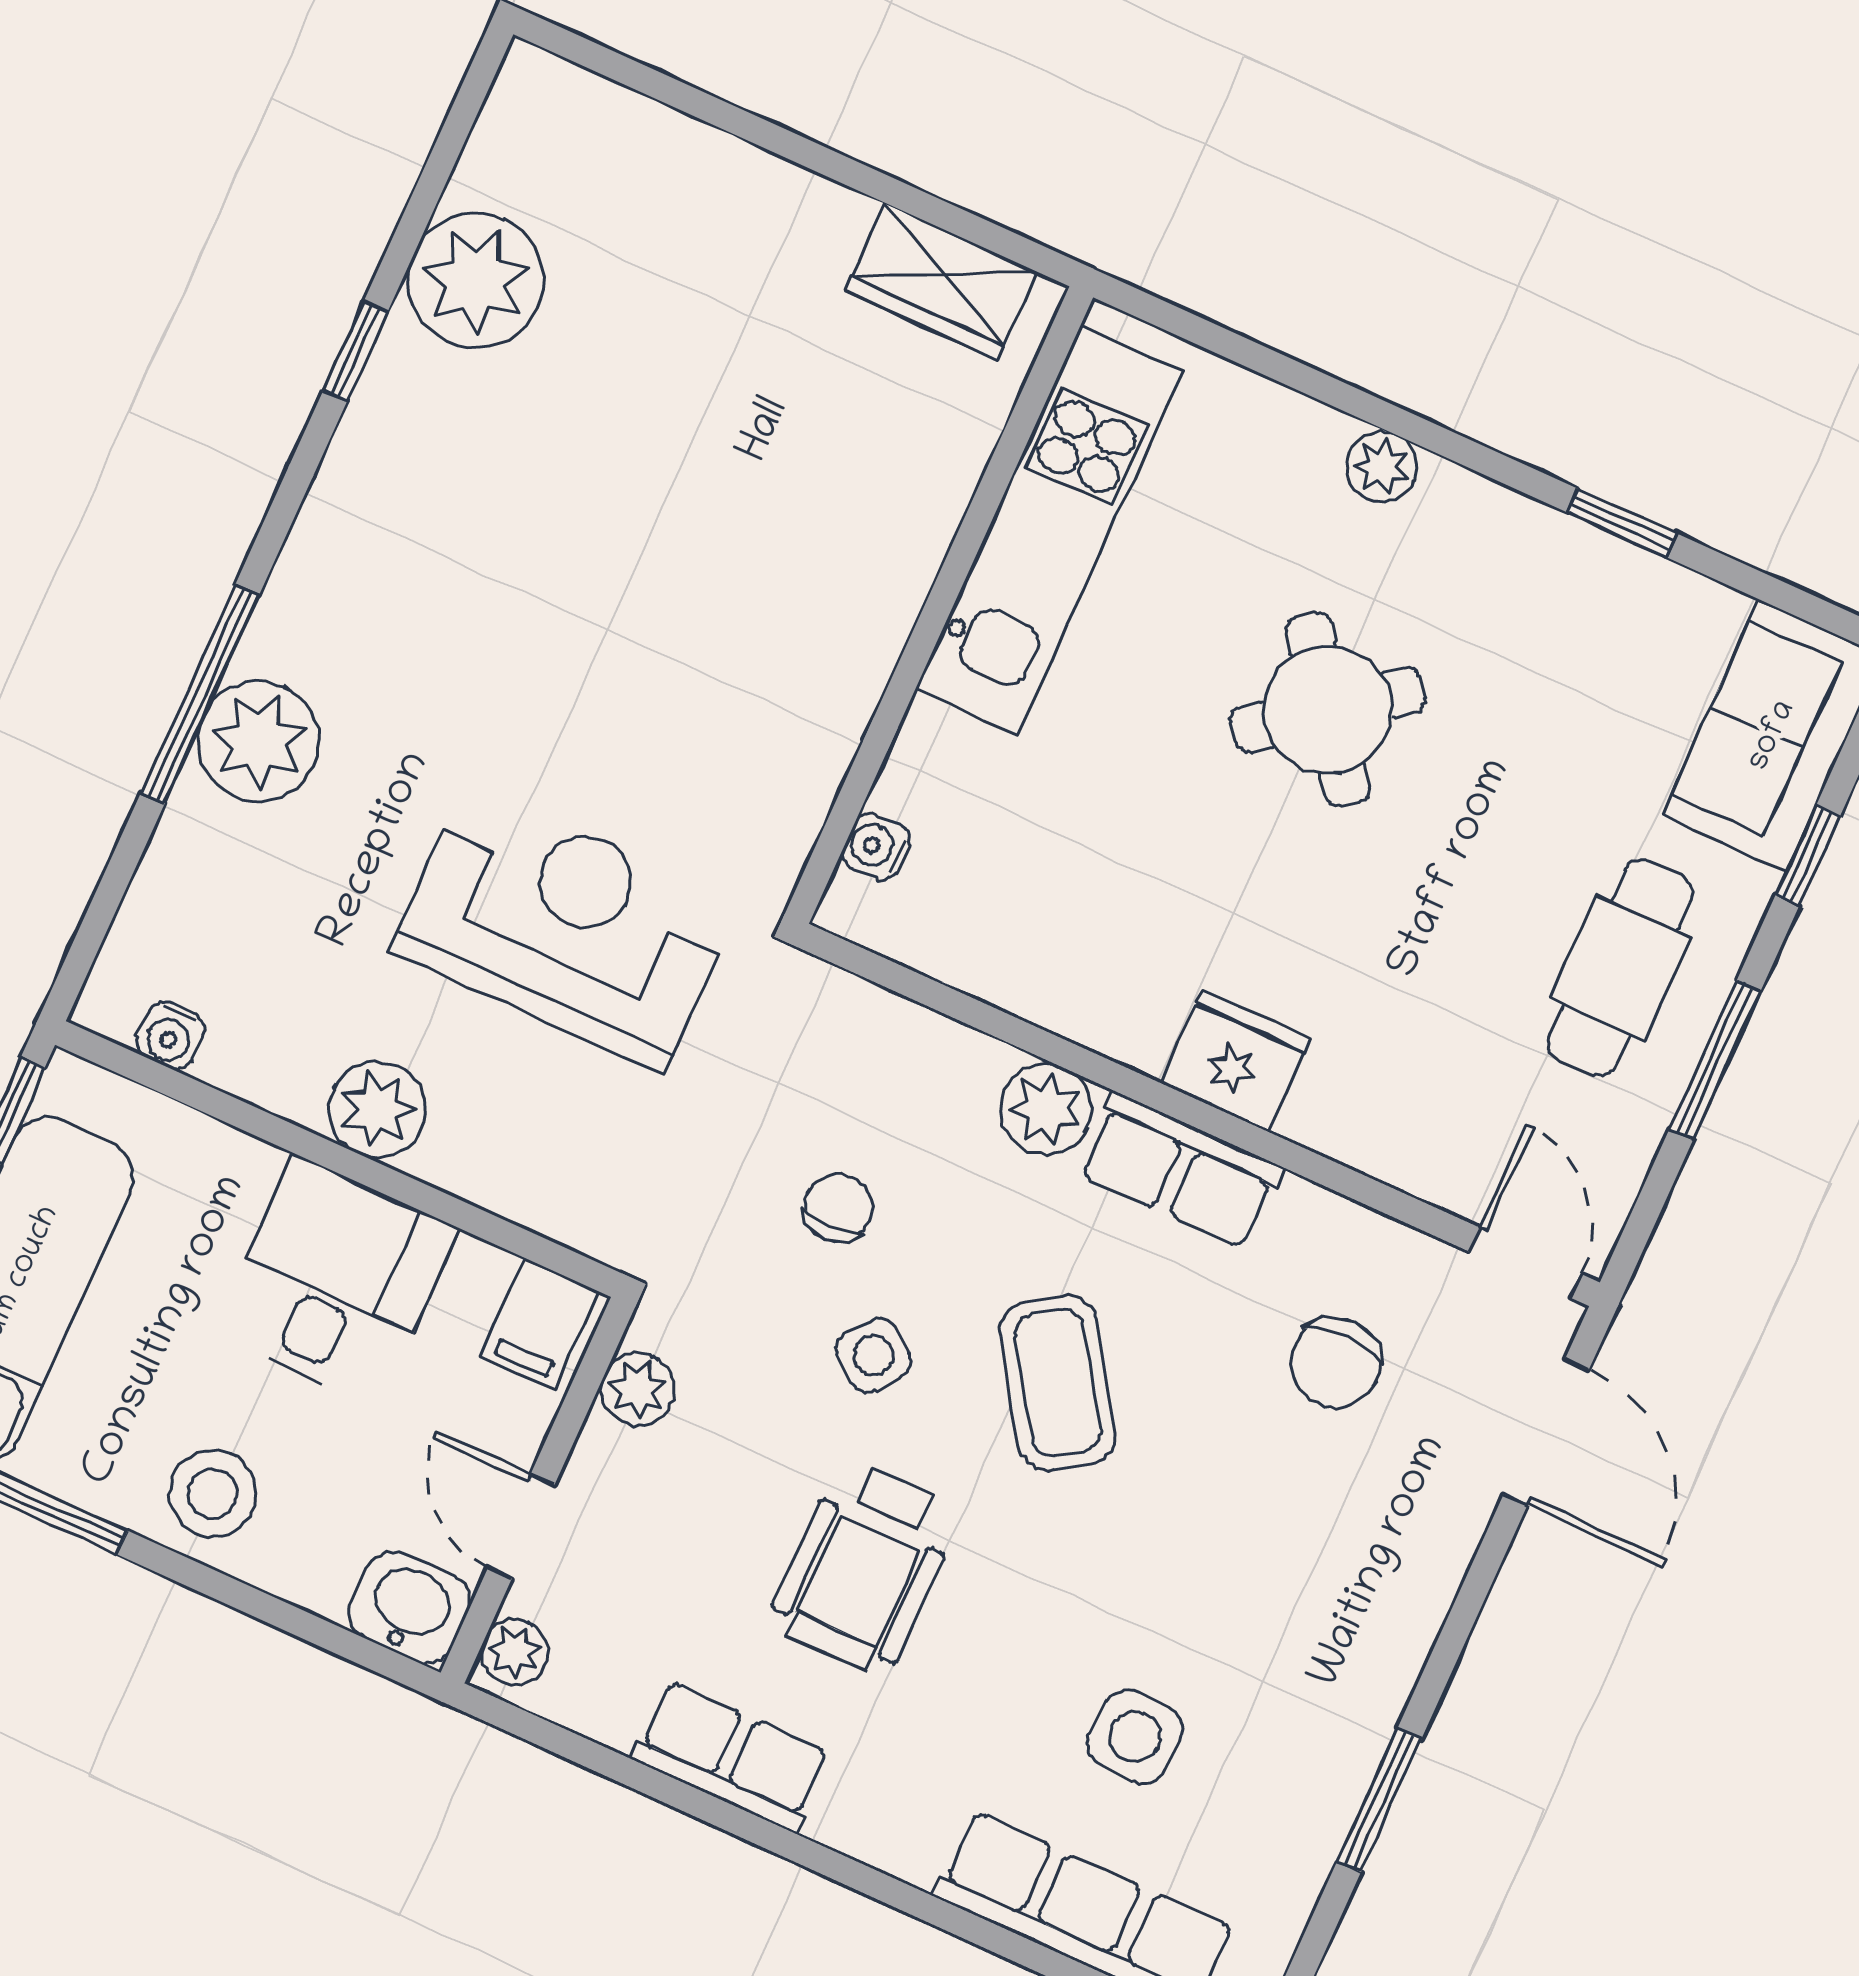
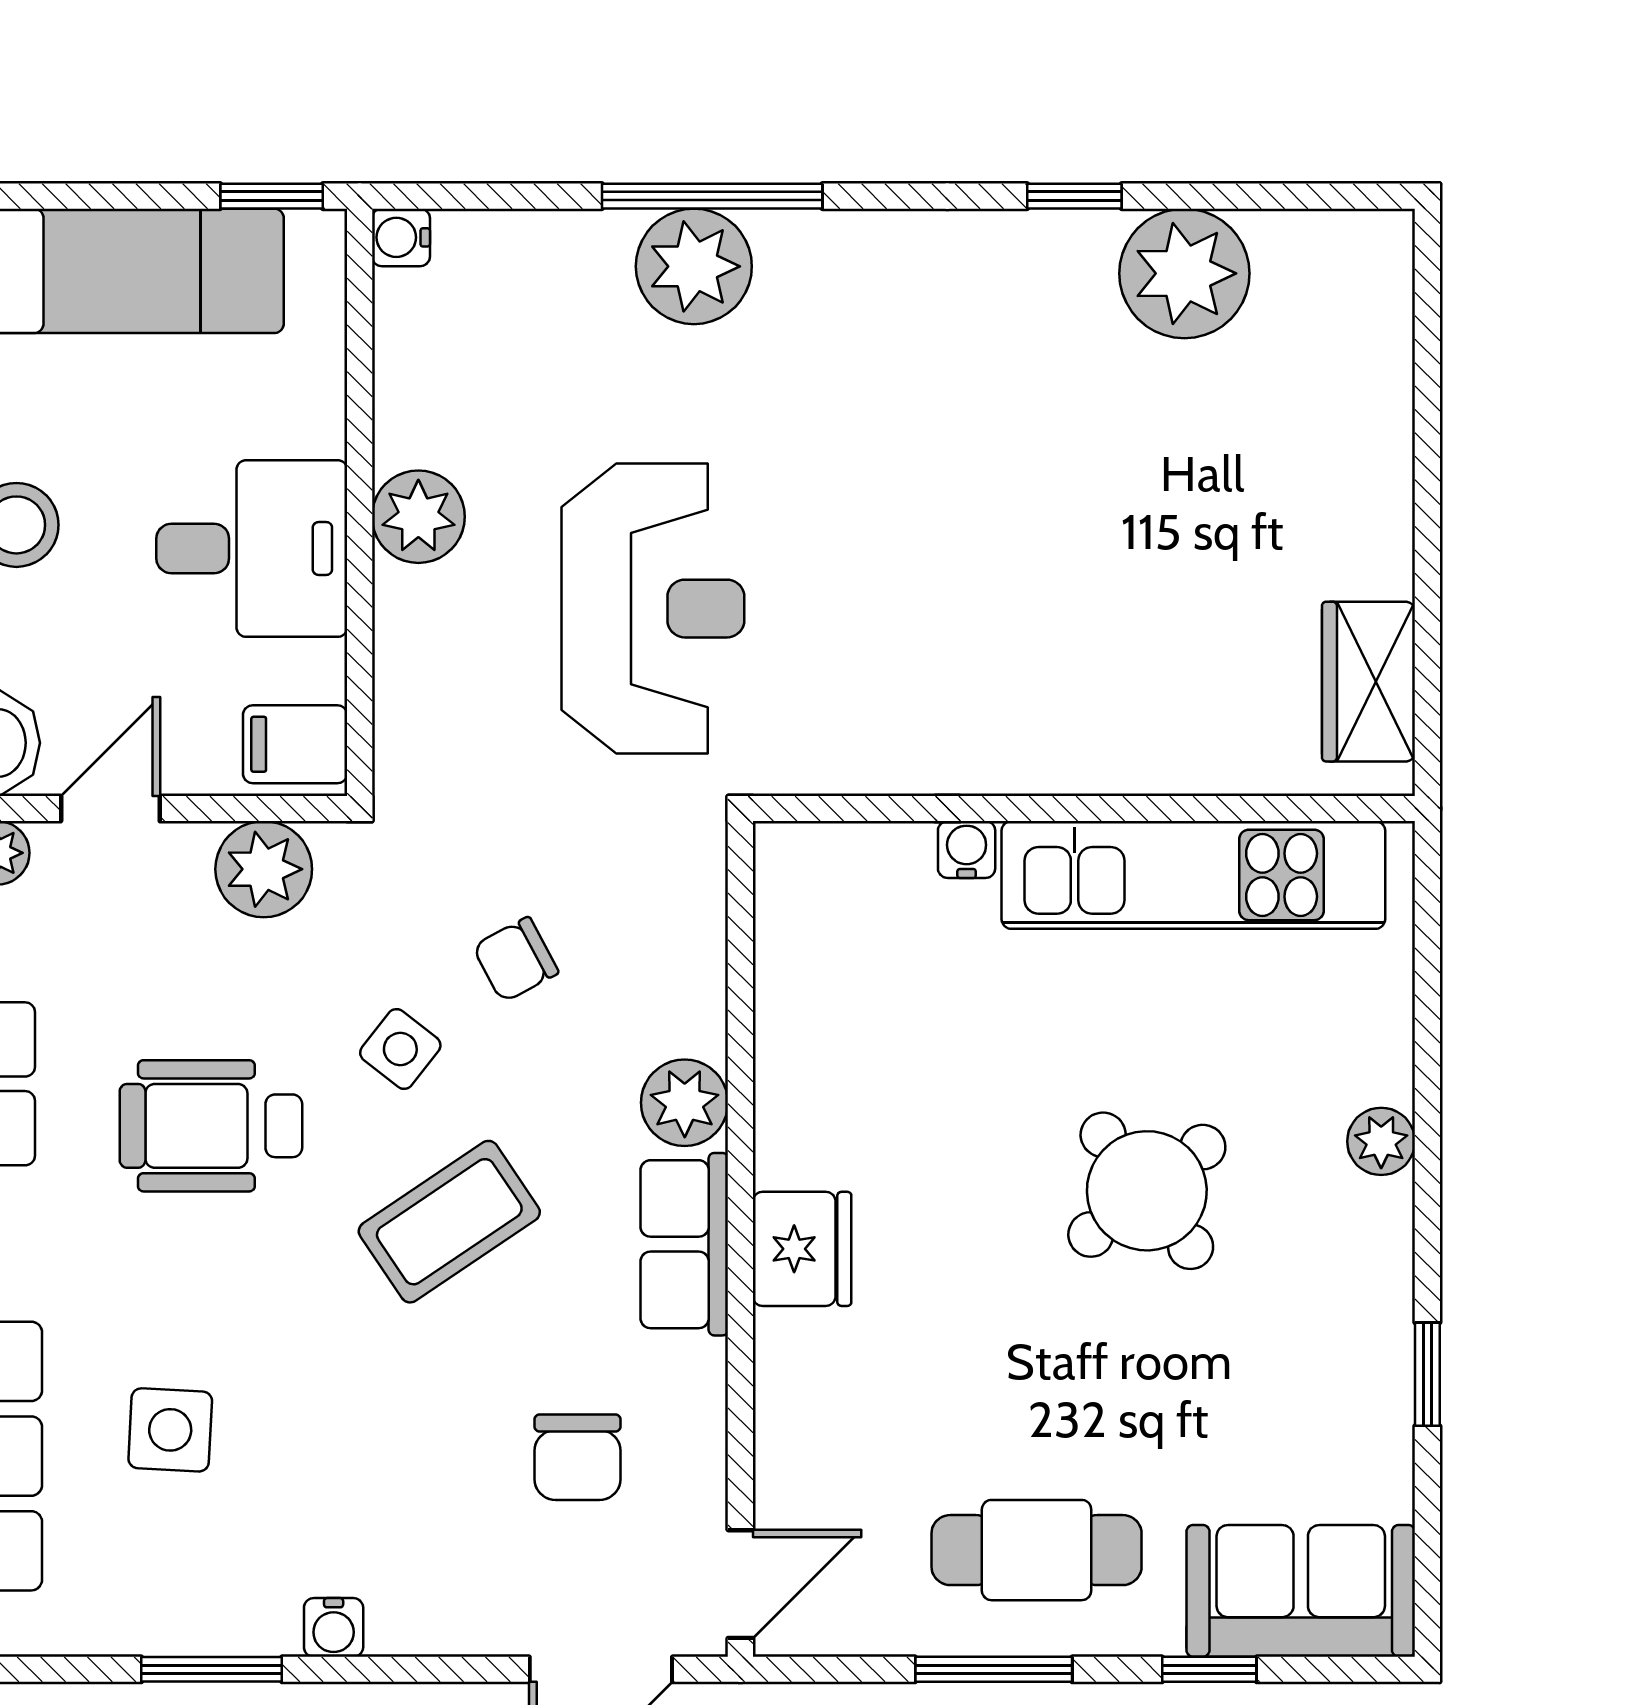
water cooler: (876, 847) -> (967, 850), moved
water cooler: (170, 1036) -> (401, 237), moved
chair: (838, 1208) -> (516, 960), turned 152
chair: (1336, 1363) -> (577, 1457), turned -90
plant: (638, 1389) -> (264, 869), width x1.38, depth x1.38
water cooler: (1392, 1667) -> (334, 1627), added

